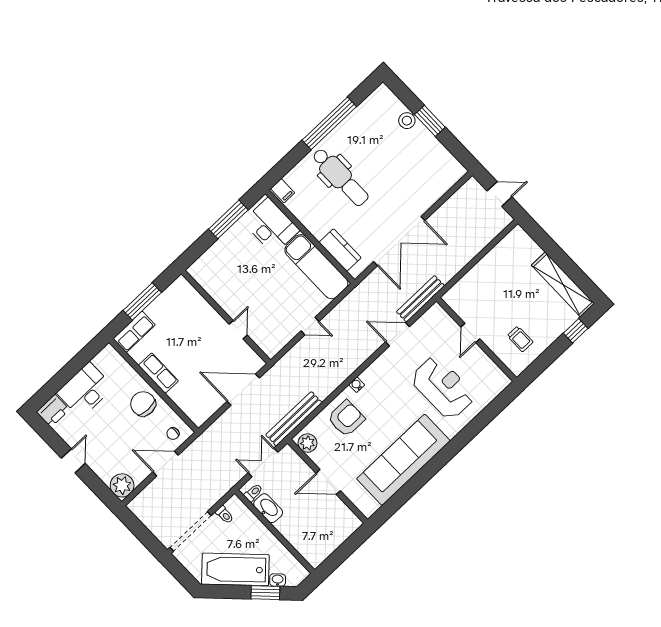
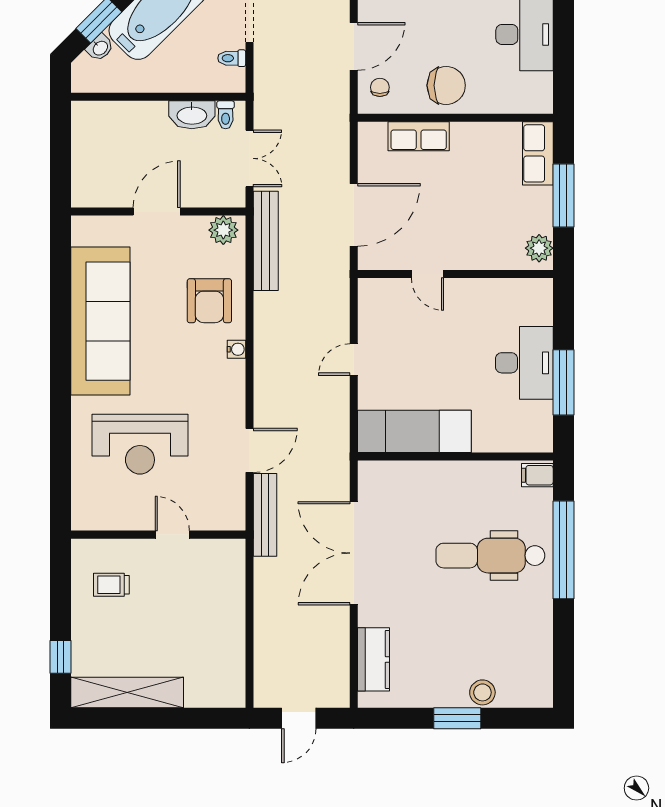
window: (329, 123) -> (563, 550), moved
desk: (271, 226) -> (524, 363), moved, turned -90
kitchen counter: (340, 250) -> (373, 659), moved, turned -90
plant: (177, 290) -> (539, 248), added
row of seats: (158, 373) -> (419, 136), moved

